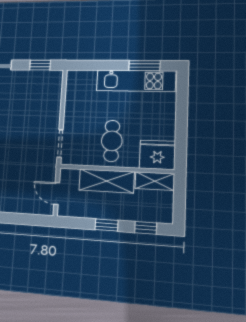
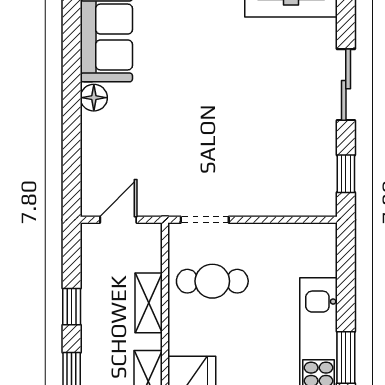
cafe table: (112, 141) -> (212, 281), moved
shelving: (107, 181) -> (149, 303), width x0.67, depth x0.75

